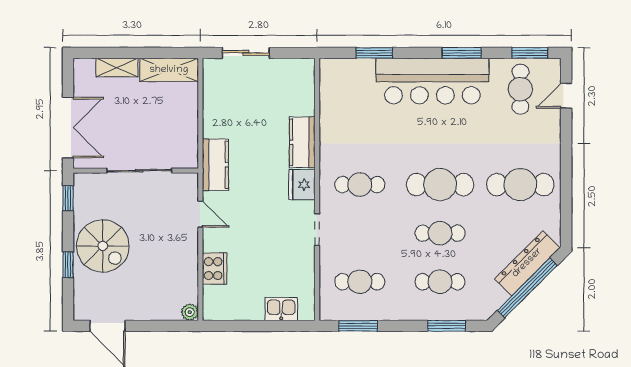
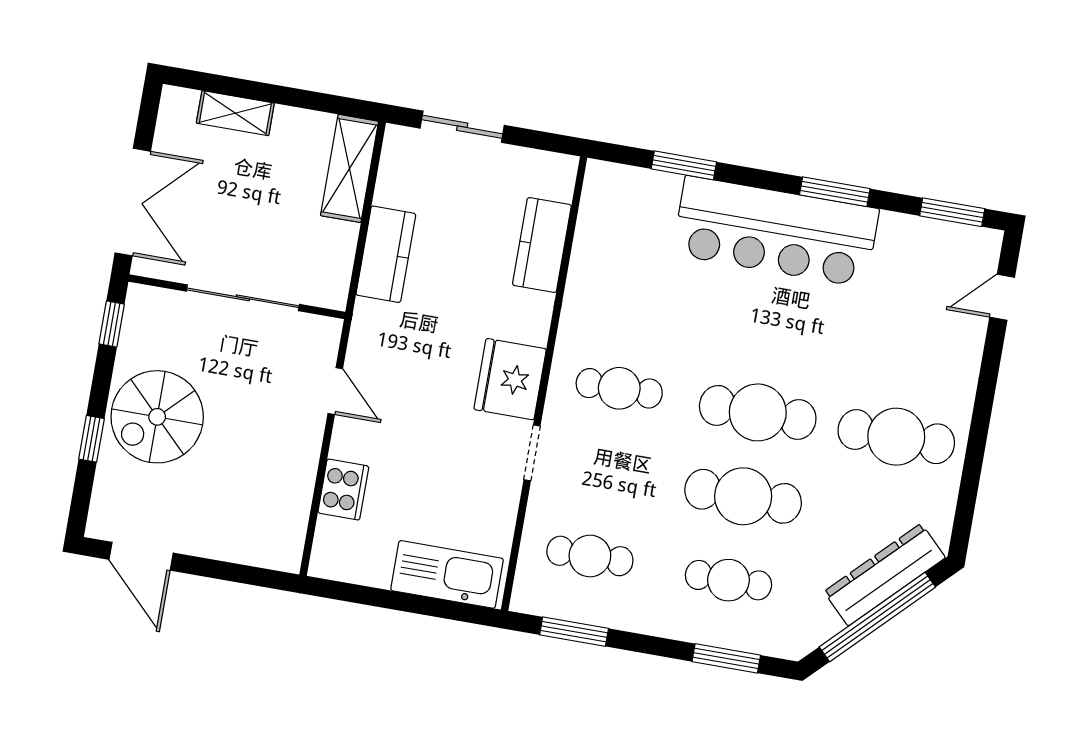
shelving: (169, 70) -> (349, 168), moved, turned 90
cafe table: (520, 89) -> (925, 272), removed
kitchen counter: (302, 142) -> (542, 245), moved
kitchen counter: (215, 165) -> (386, 254), moved
fridge: (302, 185) -> (510, 379), width x1.36, depth x1.34
cafe table: (440, 233) -> (743, 496), width x1.37, depth x1.35
spiral stairs: (103, 246) -> (157, 417), turned 90
kitchen sink: (281, 309) -> (447, 574), width x1.88, depth x1.24
plant: (190, 312) -> (287, 557), removed

